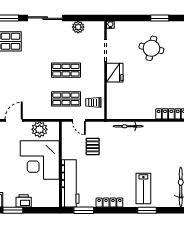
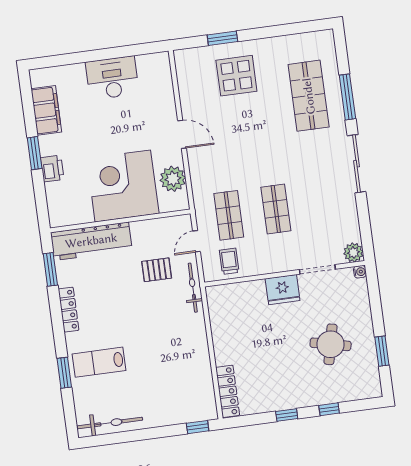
plant: (78, 27) -> (353, 252), moved
bicycle: (128, 126) -> (193, 288), moved

